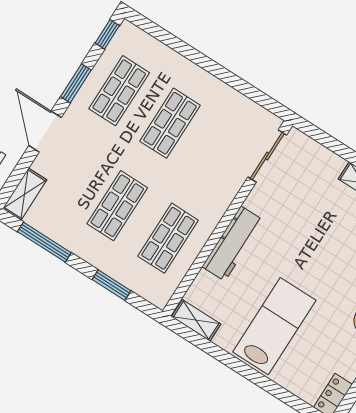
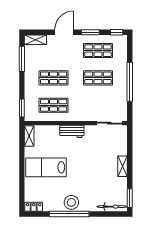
window: (215, 69) -> (130, 82), added
workbench: (233, 244) -> (72, 131), width x0.73
window: (111, 285) -> (22, 108), moved
lab bench: (274, 326) -> (46, 167), turned 180

